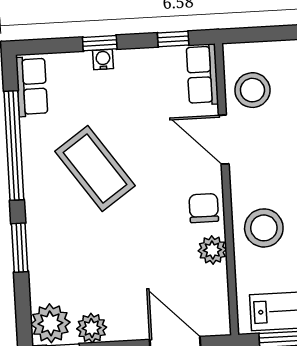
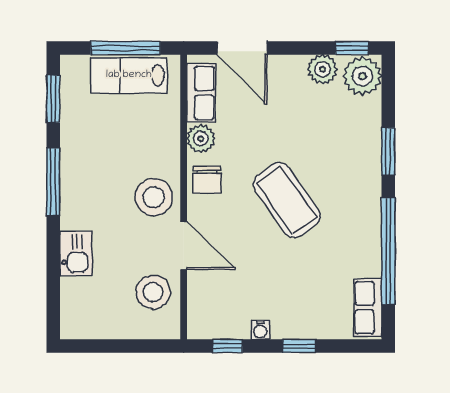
water cooler: (103, 60) -> (260, 330), moved
row of seats: (202, 75) -> (201, 93), moved
coffee table: (95, 168) -> (287, 200), moved
stool: (264, 228) -> (154, 197), moved

